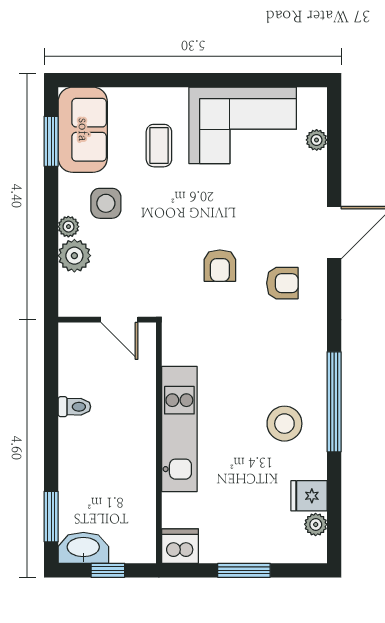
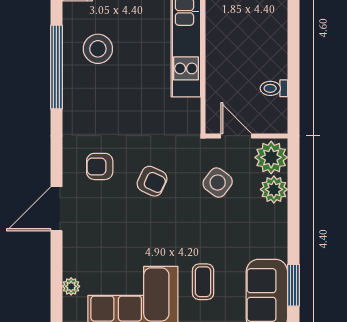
side table: (106, 203) -> (218, 183), moved, turned 37
plant: (68, 227) -> (271, 157), moved, width x1.87, depth x1.87
armchair: (220, 266) -> (152, 181), turned 115
toilet: (74, 407) -> (274, 88), moved

